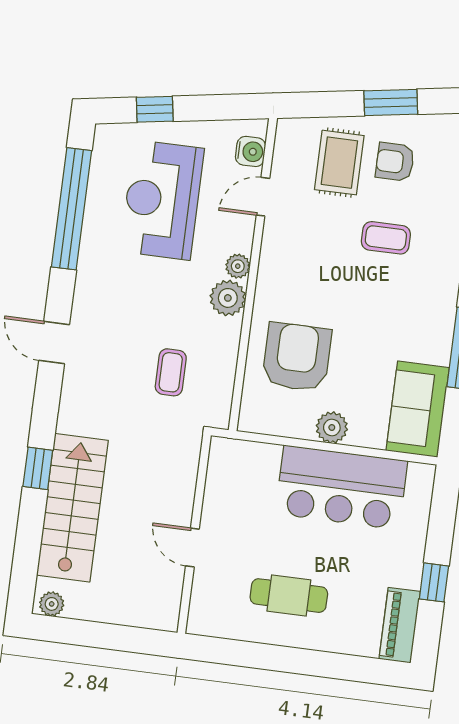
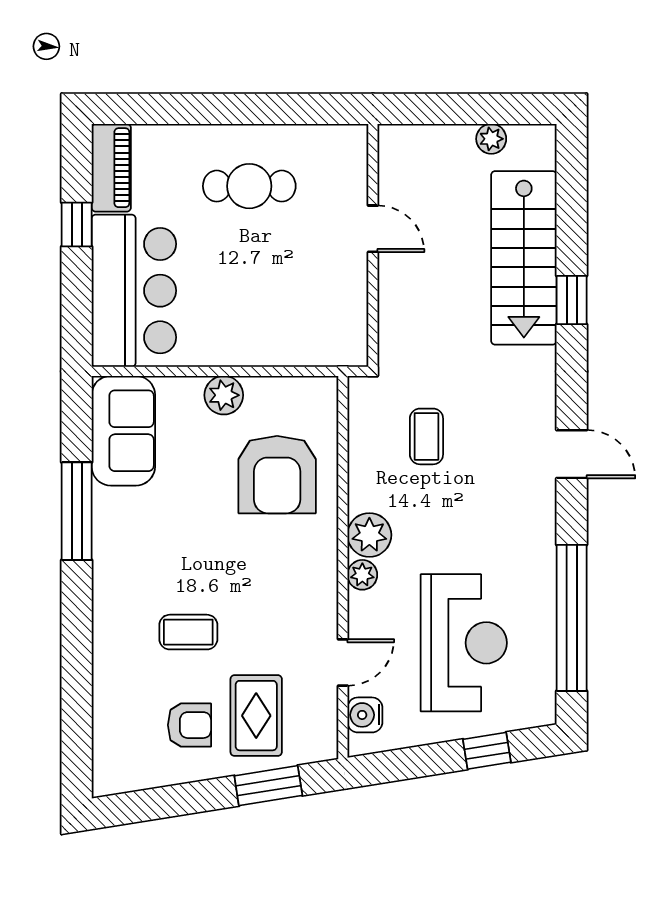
window: (391, 102) -> (268, 786), moved
bar counter: (341, 487) -> (134, 291), moved, turned 90
plant: (52, 604) -> (491, 139), moved

